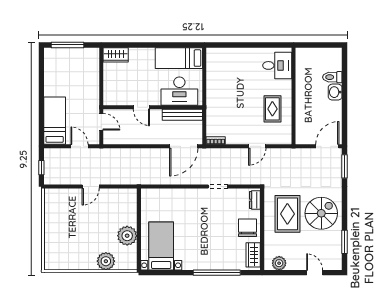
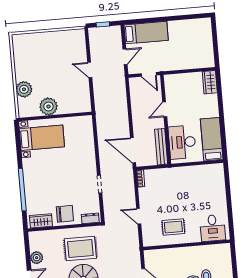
window: (68, 45) -> (215, 38), removed
door: (101, 122) -> (149, 74), hinge flipped
plant: (279, 263) -> (37, 258), moved

